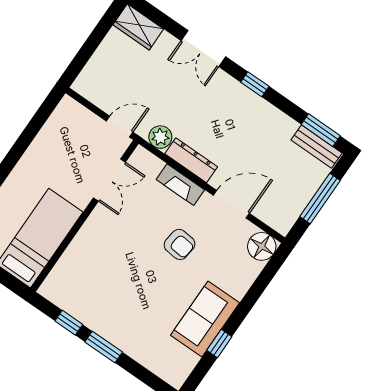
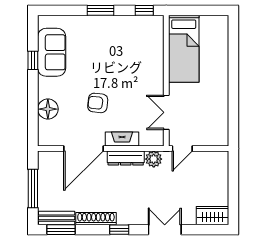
shoe rack: (273, 115) -> (96, 219), added
door: (231, 204) -> (83, 148), width x1.36
floor lamp: (262, 246) -> (48, 109), moved
sofa: (205, 319) -> (52, 52), moved
window: (69, 323) -> (144, 10), moved

